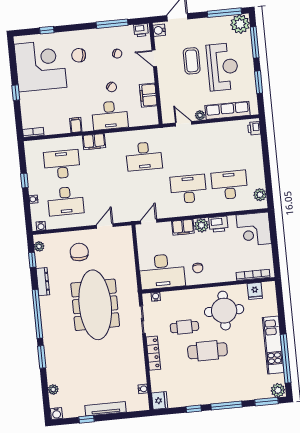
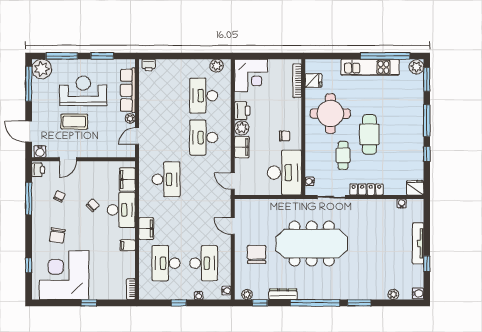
filing cabinet: (148, 95) -> (127, 179), moved, turned 90
chair: (79, 252) -> (257, 254), turned 90

